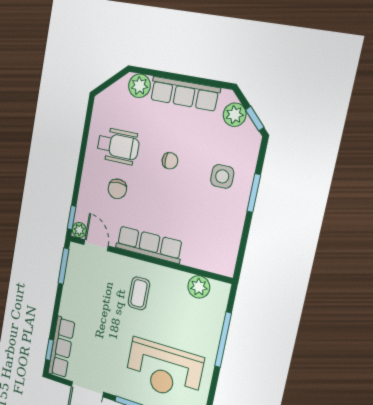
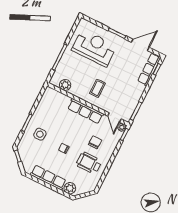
plant: (235, 115) -> (27, 161), removed

